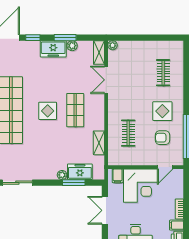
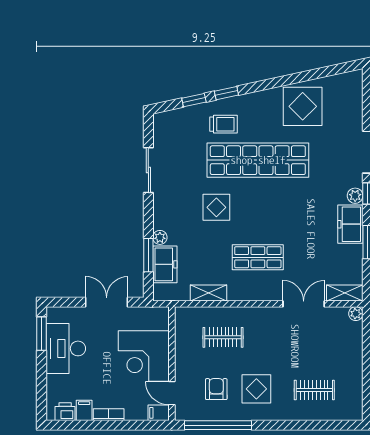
plant: (72, 46) -> (355, 196), moved
display table: (48, 111) -> (216, 207), moved
filing cabinet: (118, 176) -> (159, 413), moved

